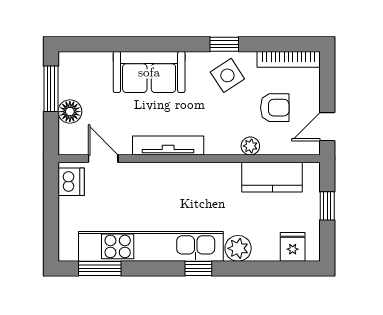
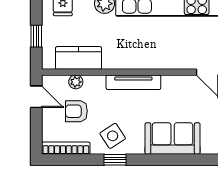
door: (327, 127) -> (36, 97), hinge flipped
tv unit: (168, 145) -> (133, 82), moved
plant: (250, 146) -> (76, 82), moved

